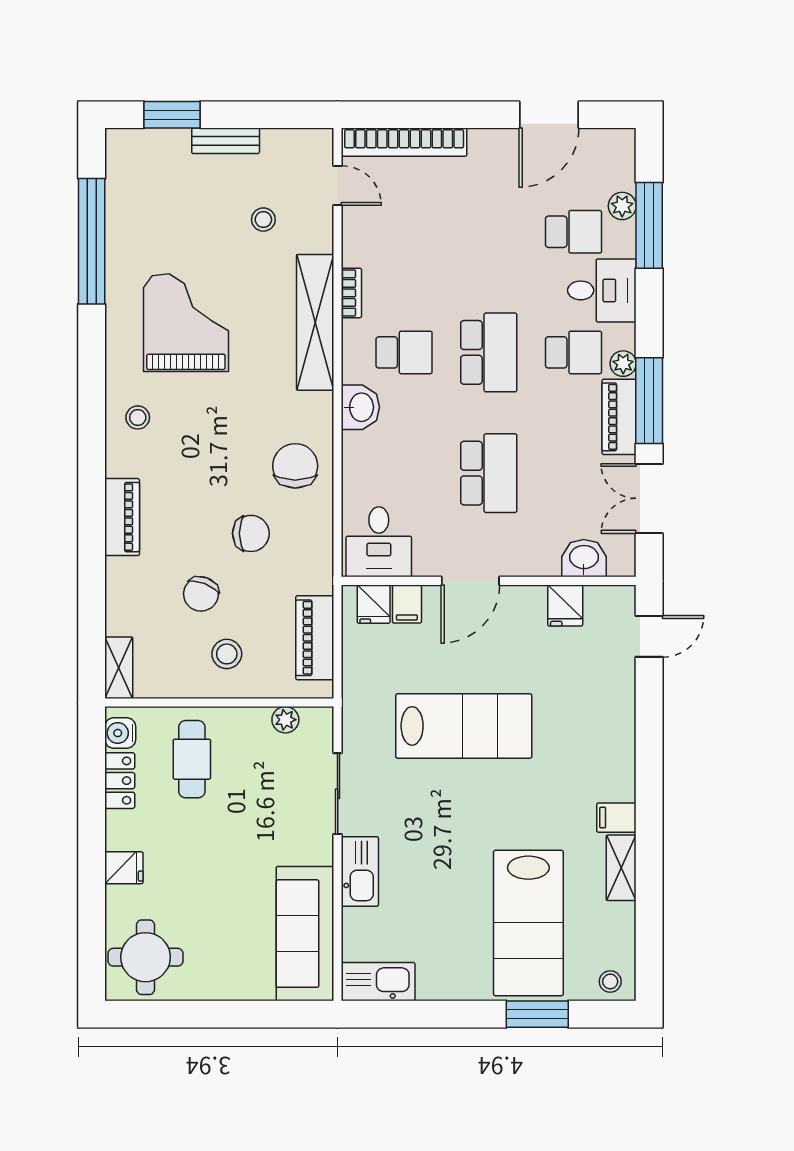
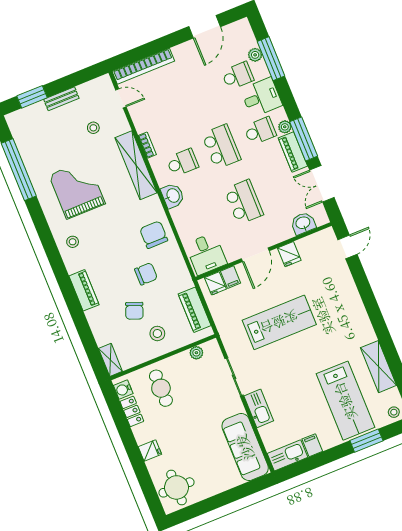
fridge: (565, 605) -> (289, 254), moved
filing cabinet: (616, 818) -> (312, 445), moved, turned 90
shelving: (621, 868) -> (378, 367), width x1.50, depth x1.33

